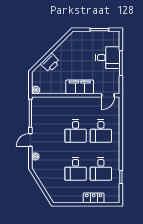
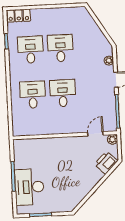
desk: (108, 58) -> (29, 187), width x1.37
printer: (50, 63) -> (106, 163), moved
filing cabinet: (80, 87) -> (60, 145), removed
door: (108, 95) -> (95, 134), moved
locker: (94, 198) -> (19, 16), moved

